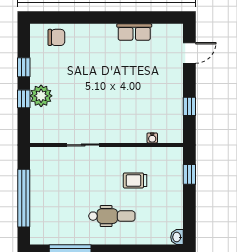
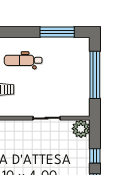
plant: (41, 96) -> (81, 129), moved

